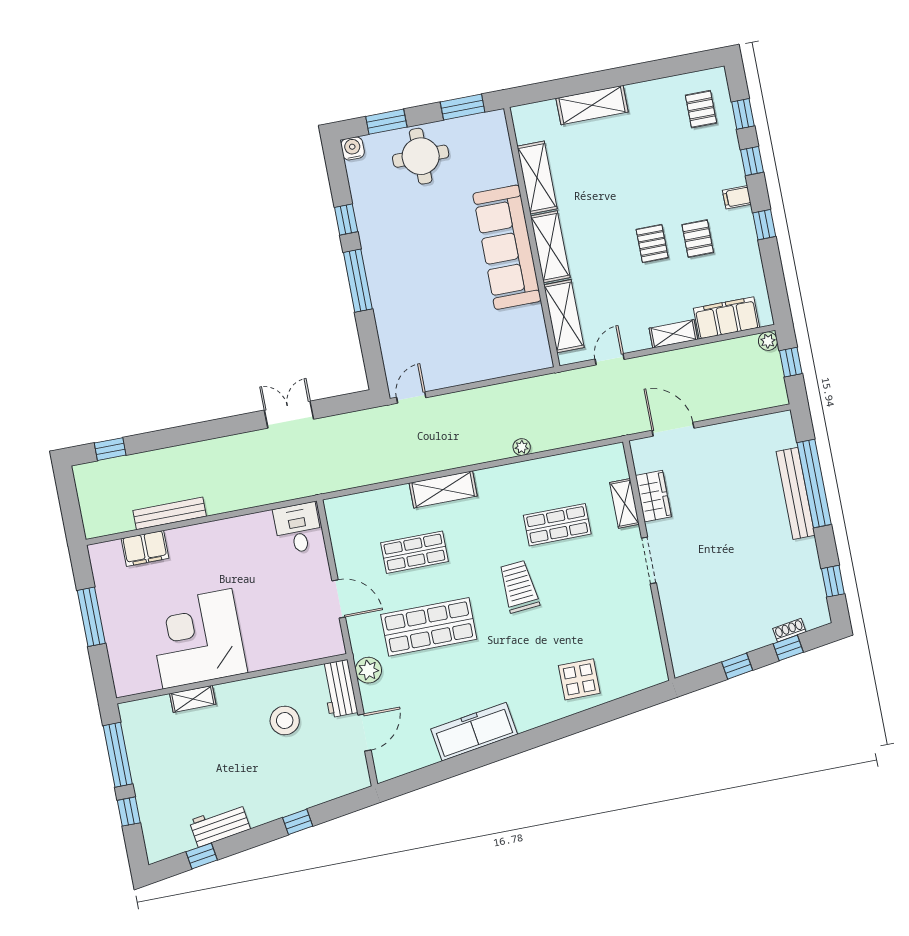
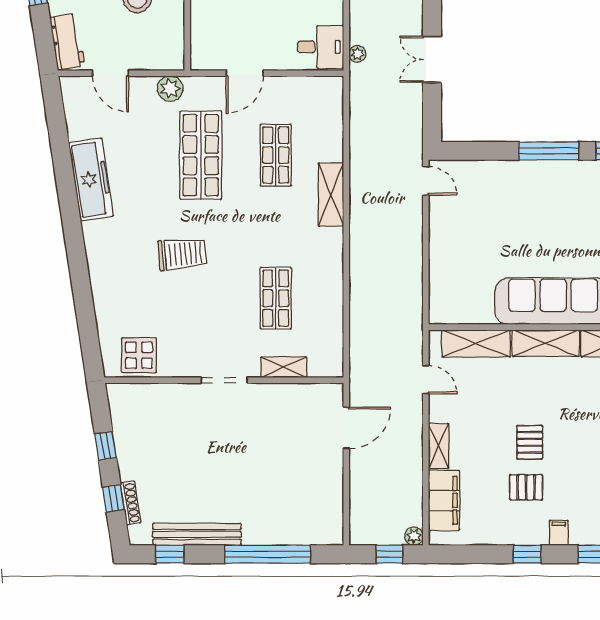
pallet: (652, 244) -> (530, 442), turned 90
double door: (289, 415) -> (432, 59), swing flipped
plant: (522, 447) -> (357, 54), moved
bench: (795, 493) -> (197, 534), moved
wardrobe: (653, 496) -> (285, 396), removed
trolley: (519, 587) -> (182, 254), moved
shoe rack: (789, 630) -> (130, 503), width x1.43
display table: (579, 679) -> (139, 355), moved
workbench: (339, 689) -> (67, 42), moved, turned 81

